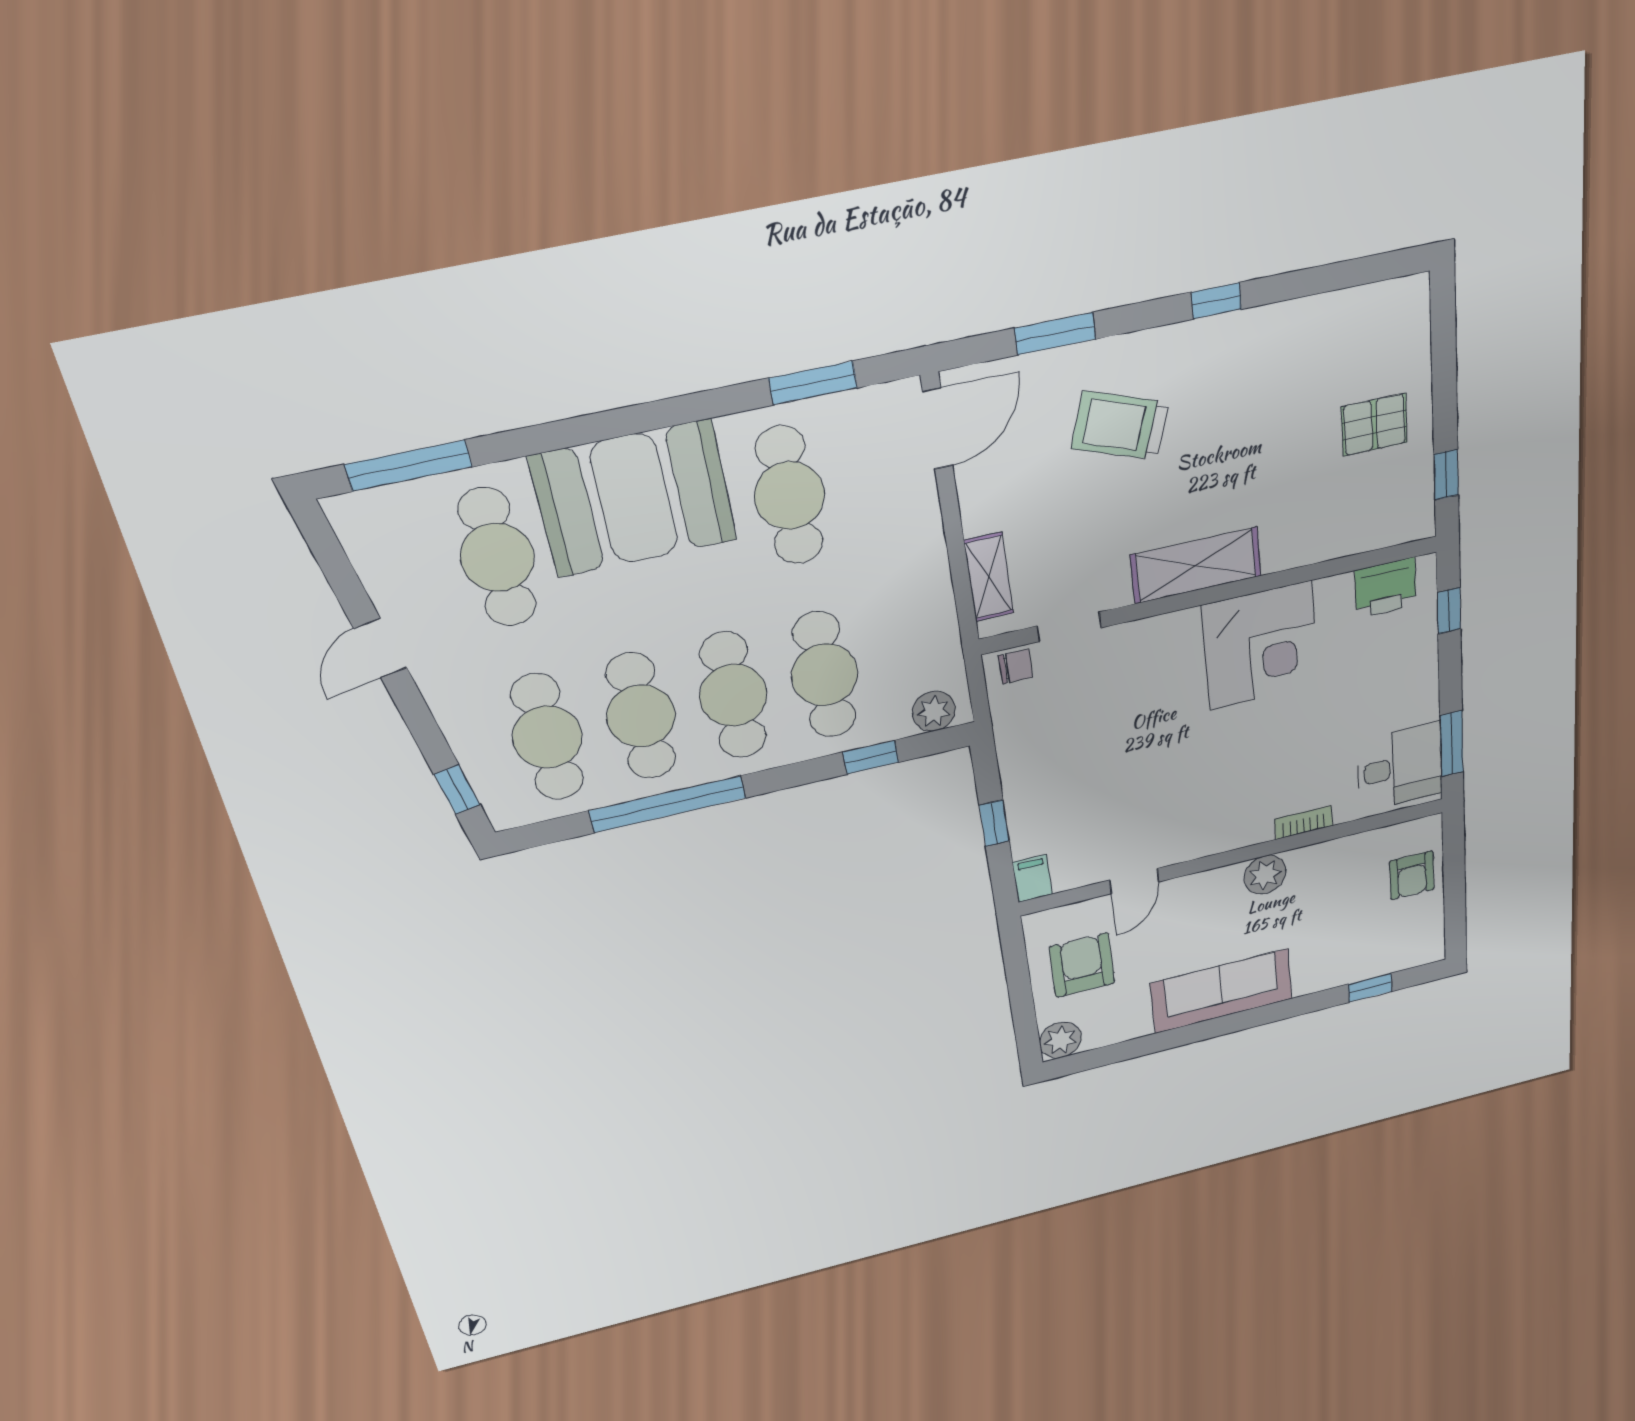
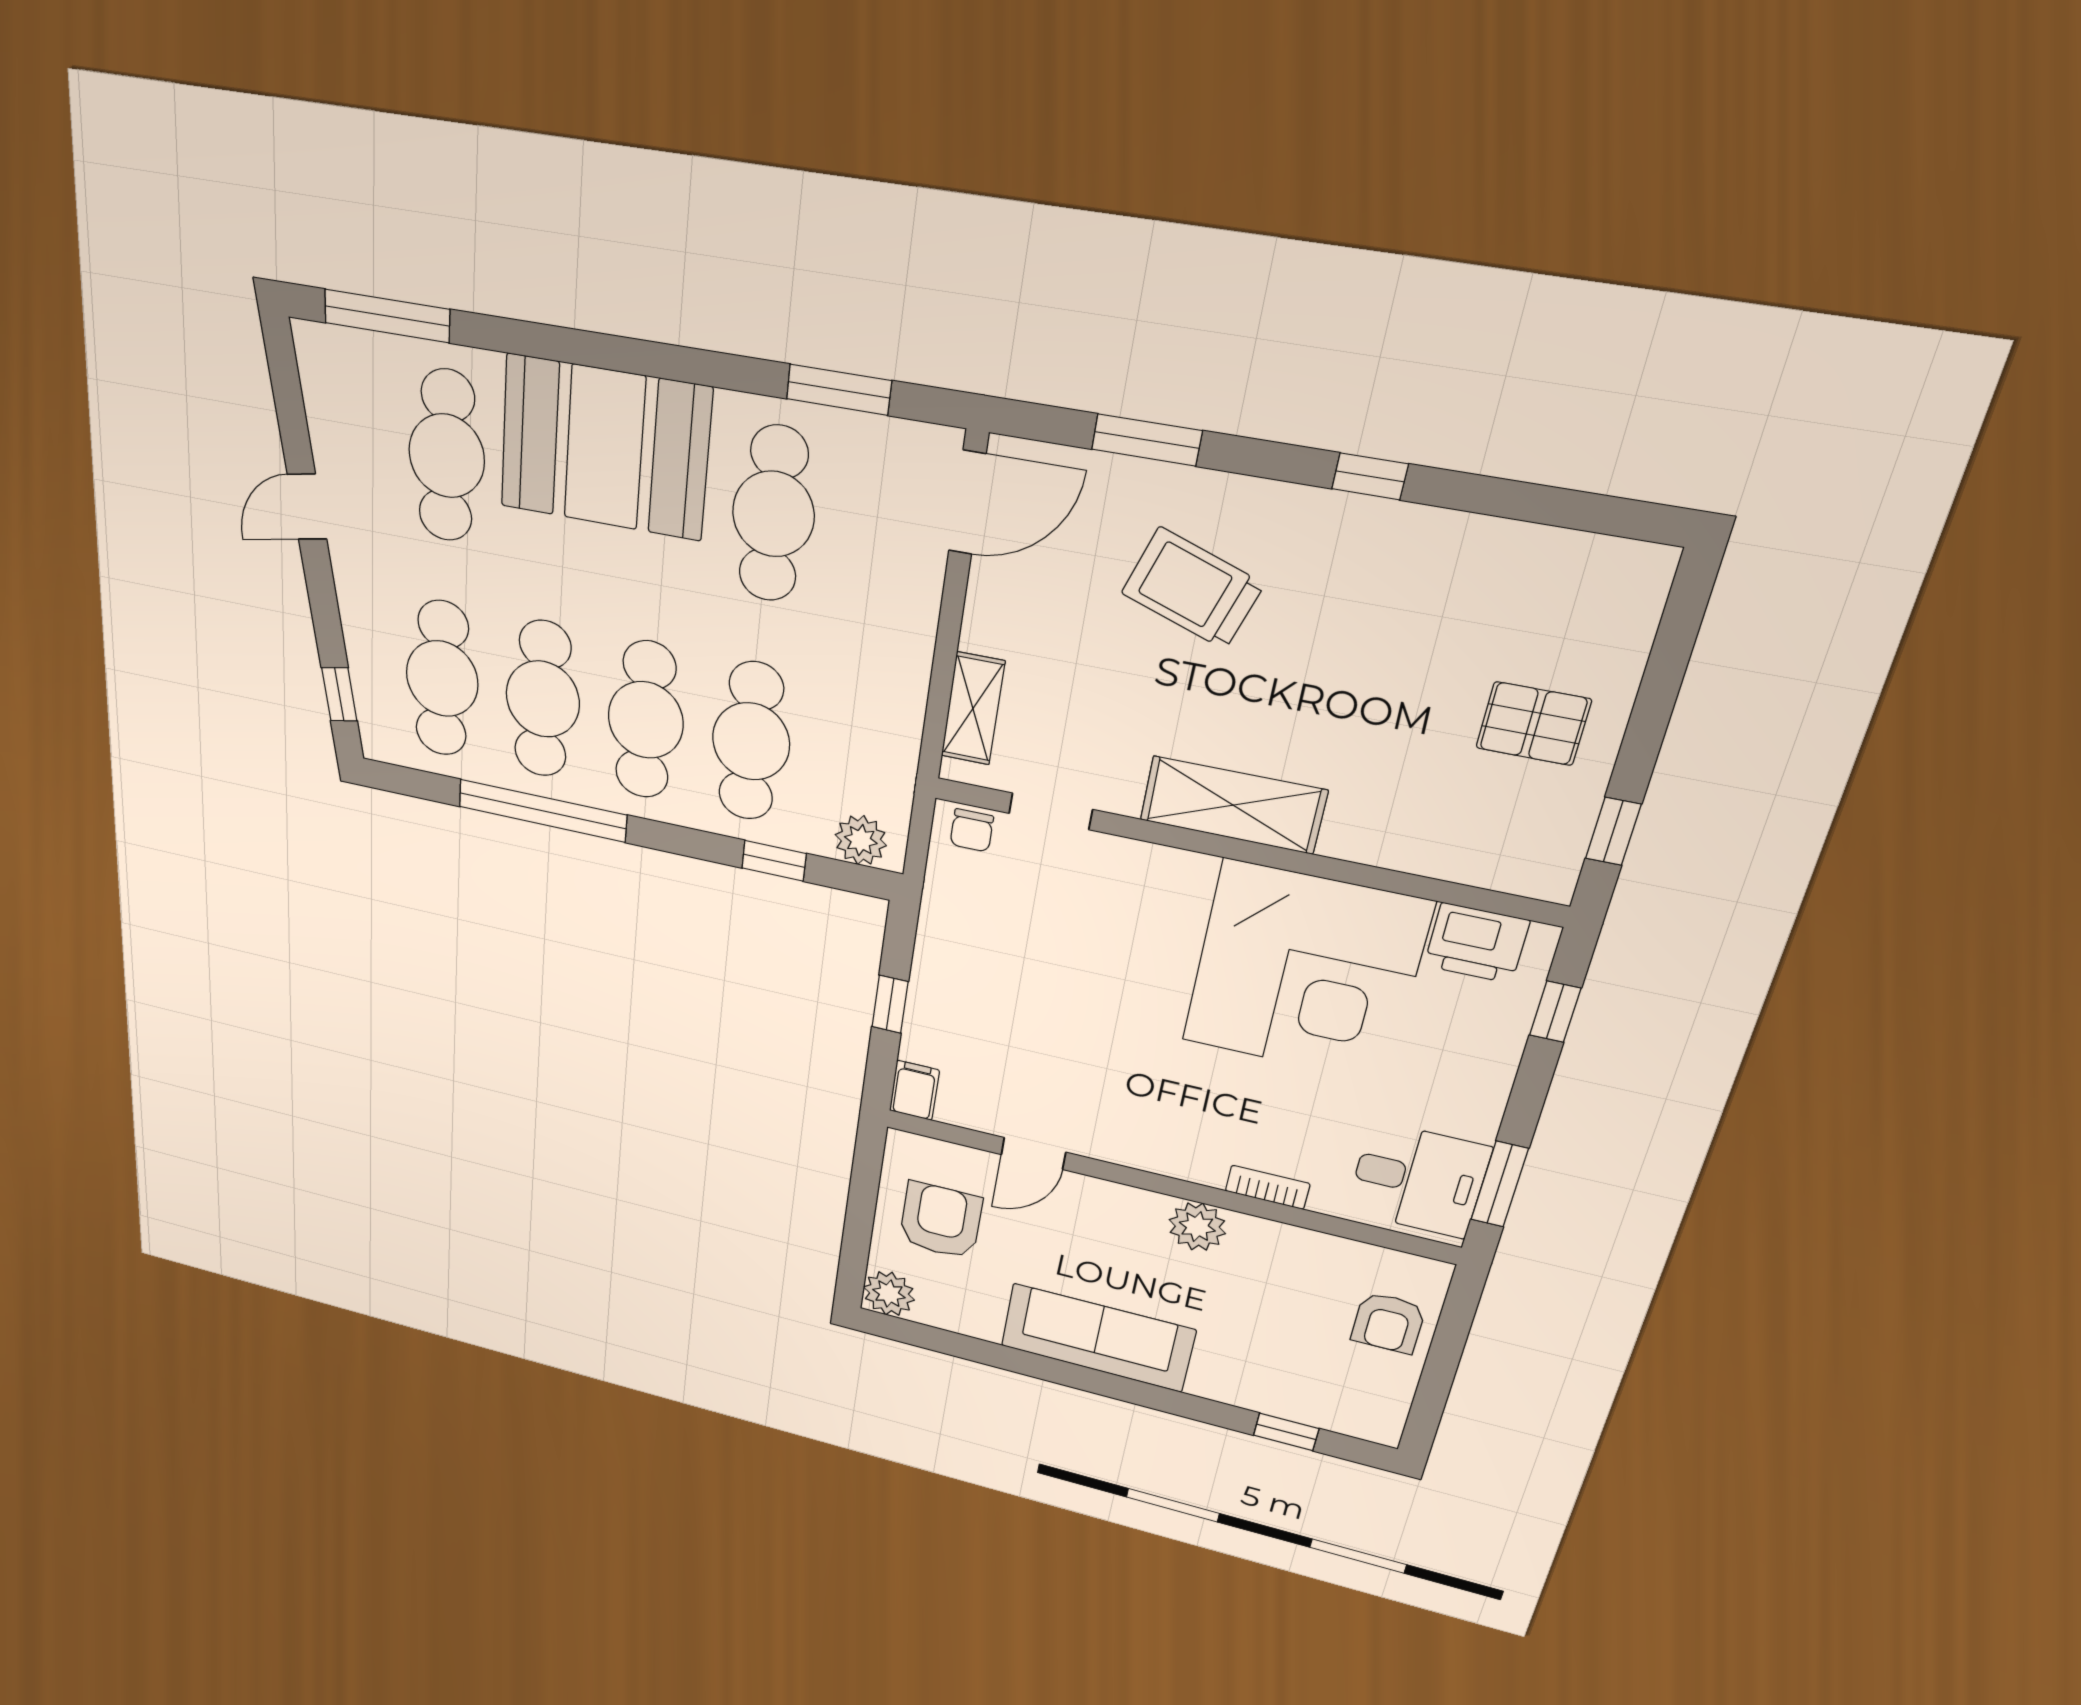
corner desk: (1260, 646) -> (1305, 972), width x1.36, depth x1.36
chair: (1016, 666) -> (972, 830), turned 90

